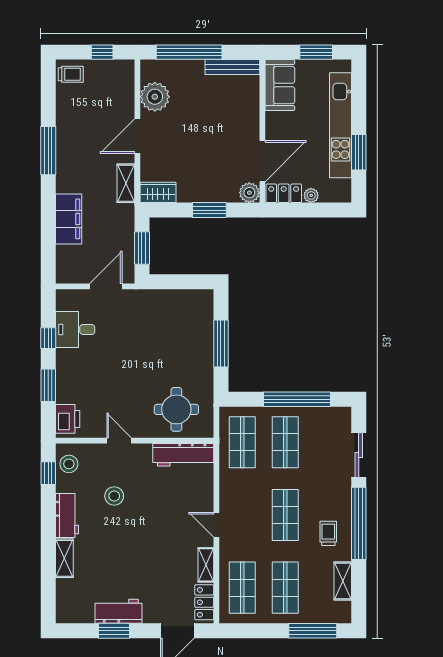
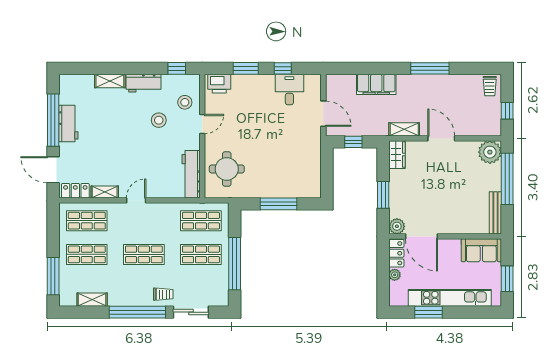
plant: (155, 97) -> (490, 152), moved
window: (142, 248) -> (353, 142), width x0.67
stool: (69, 464) -> (185, 102), moved
trolley: (328, 533) -> (163, 294), moved
window: (114, 631) -> (53, 120), width x2.11

